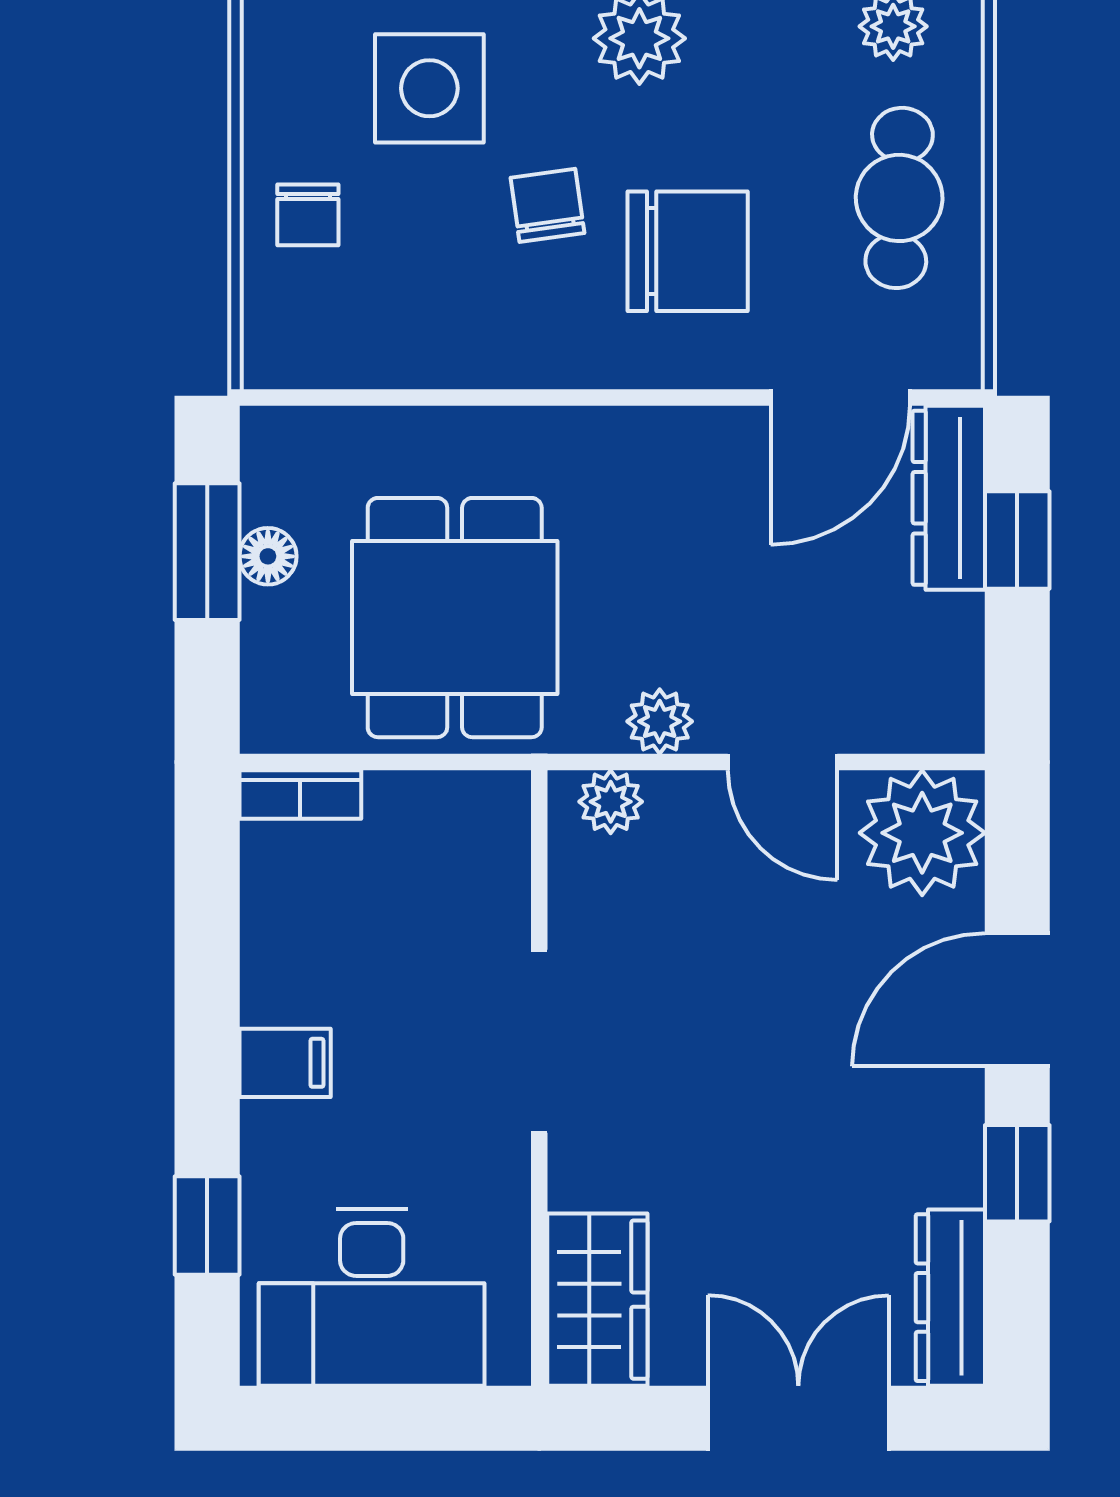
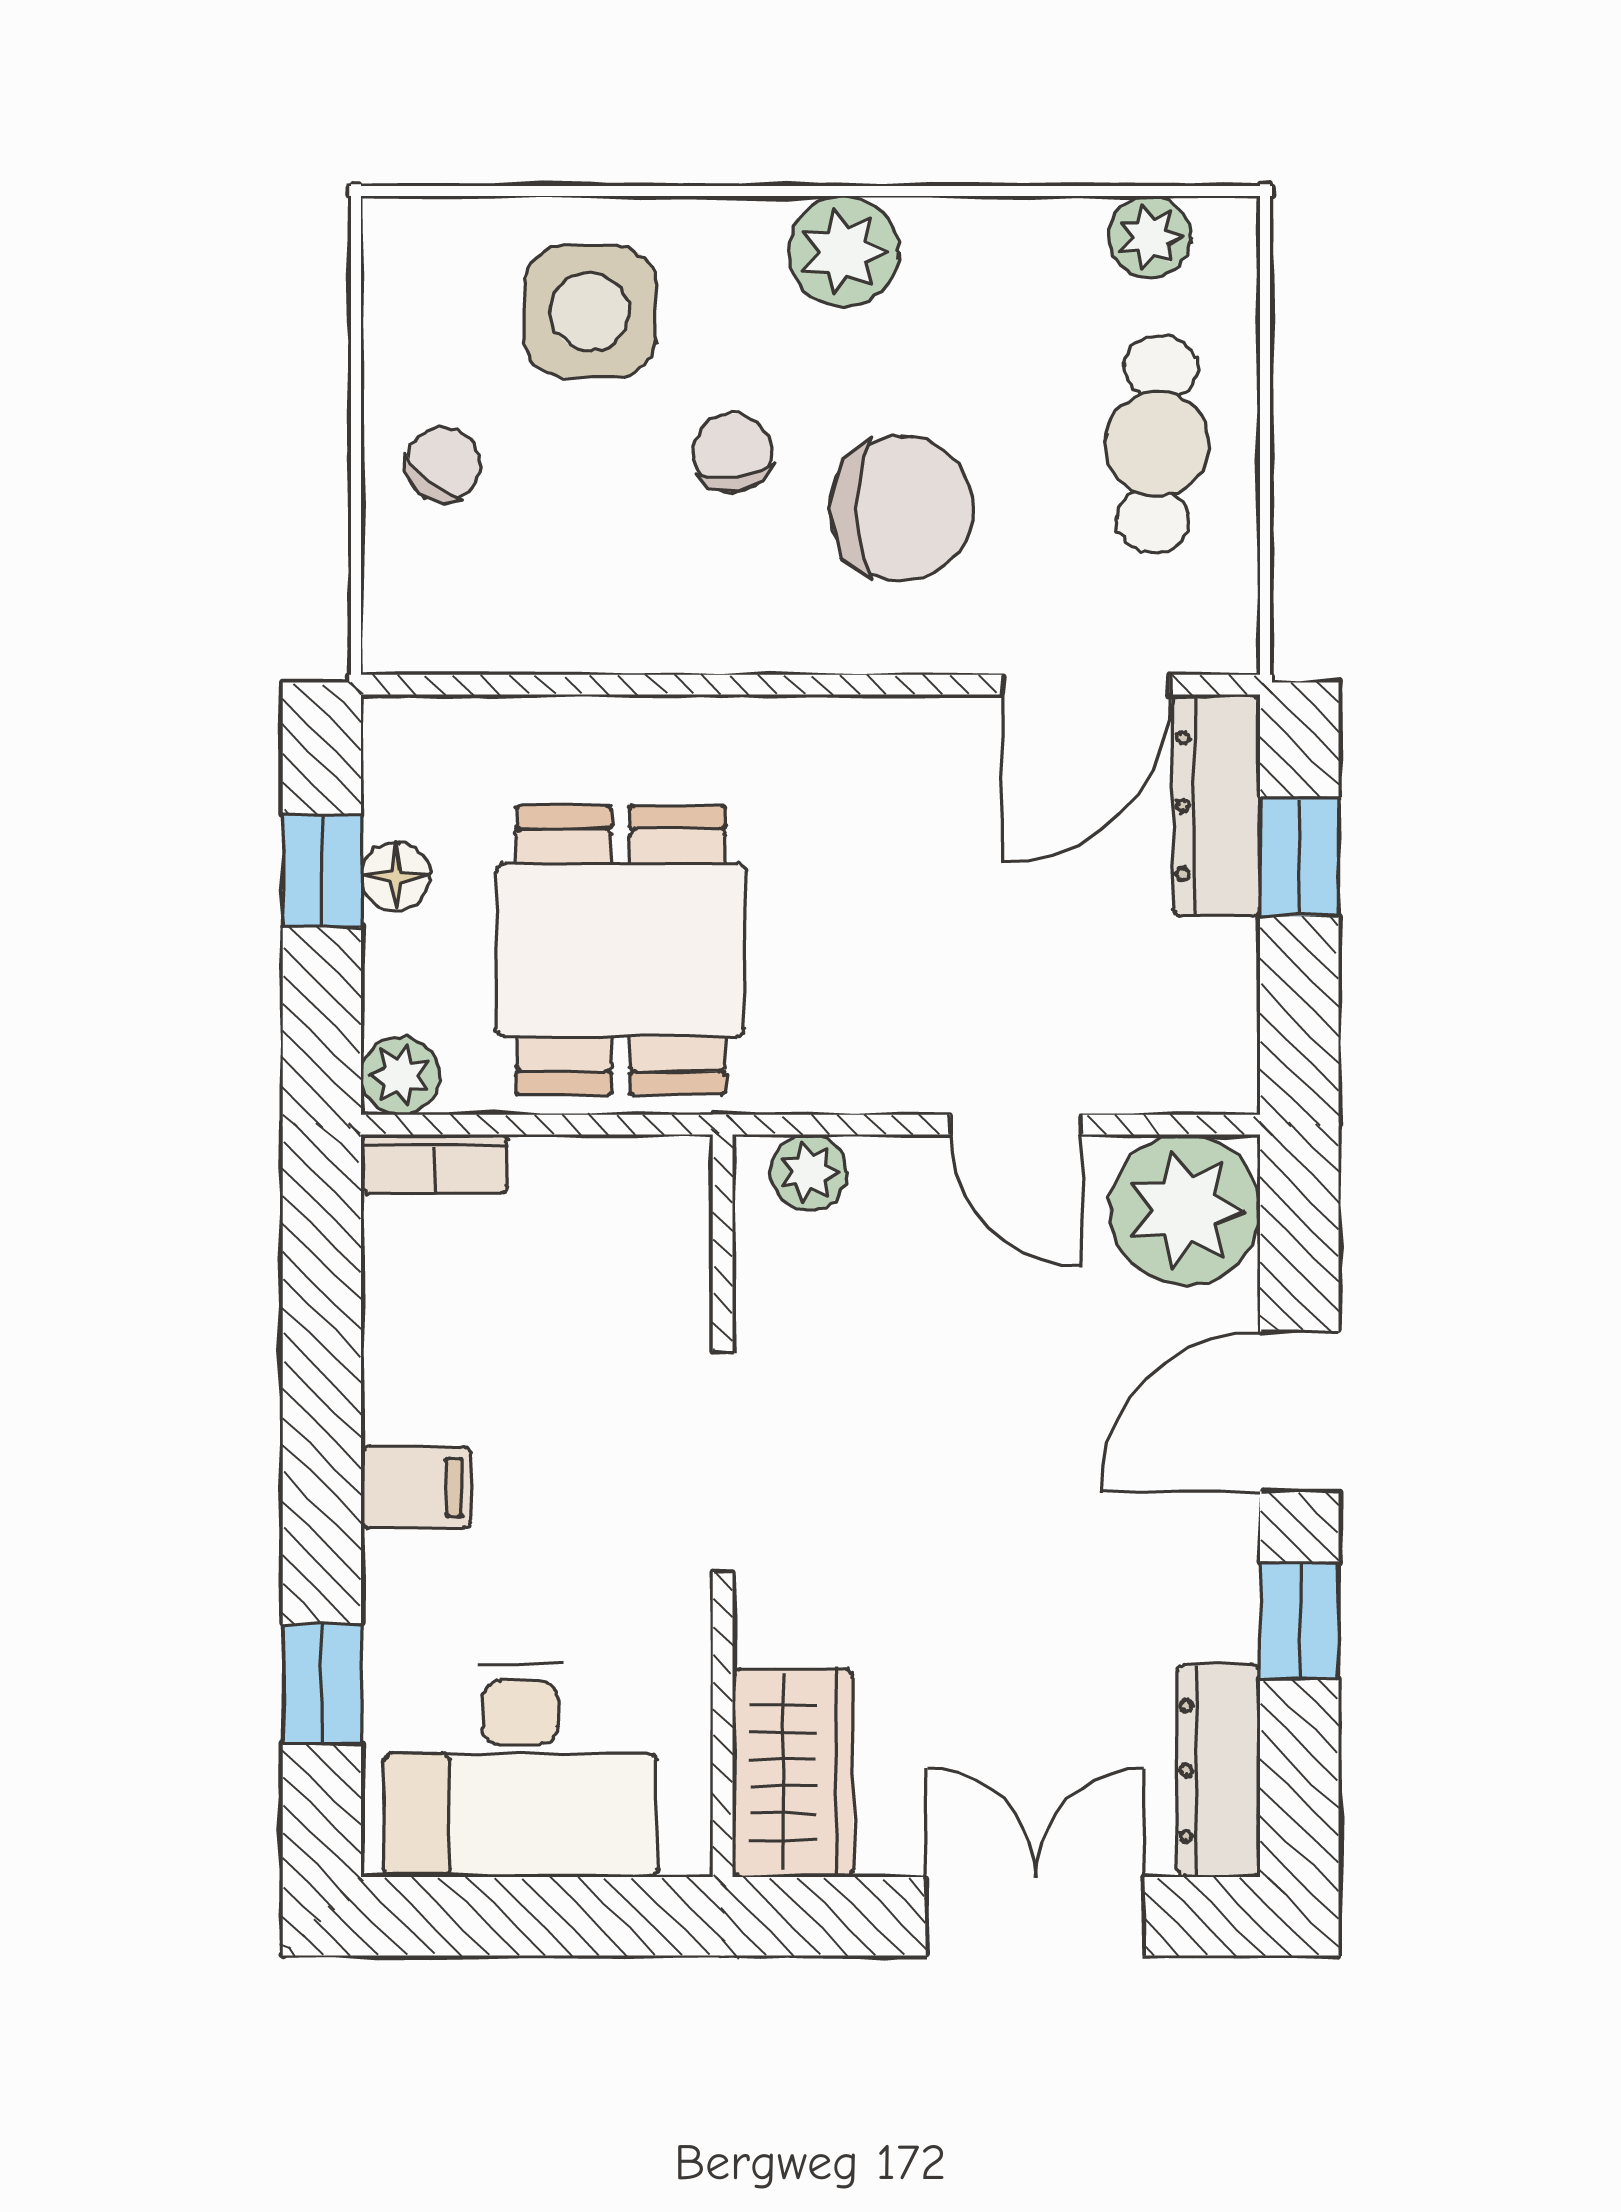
chair: (308, 215) -> (444, 464), turned -141
window: (207, 552) -> (322, 871), width x0.67
plant: (660, 721) -> (400, 1076), moved

